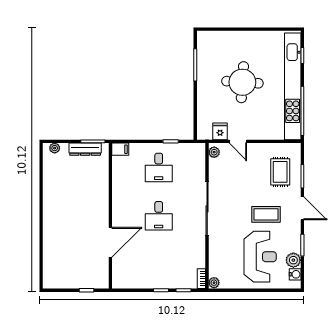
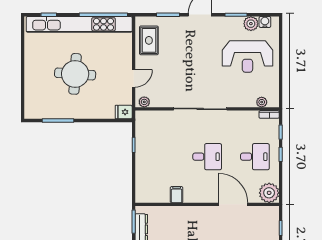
fridge: (220, 131) -> (124, 112), moved
filing cabinet: (120, 149) -> (177, 195), moved
desk: (159, 167) -> (255, 157), moved
rug: (280, 172) -> (149, 40), moved, turned 90
coffee table: (266, 214) -> (206, 51), removed
reception desk: (260, 257) -> (247, 57), turned 180
plant: (122, 279) -> (269, 193), added
plant: (214, 283) -> (262, 102), moved

